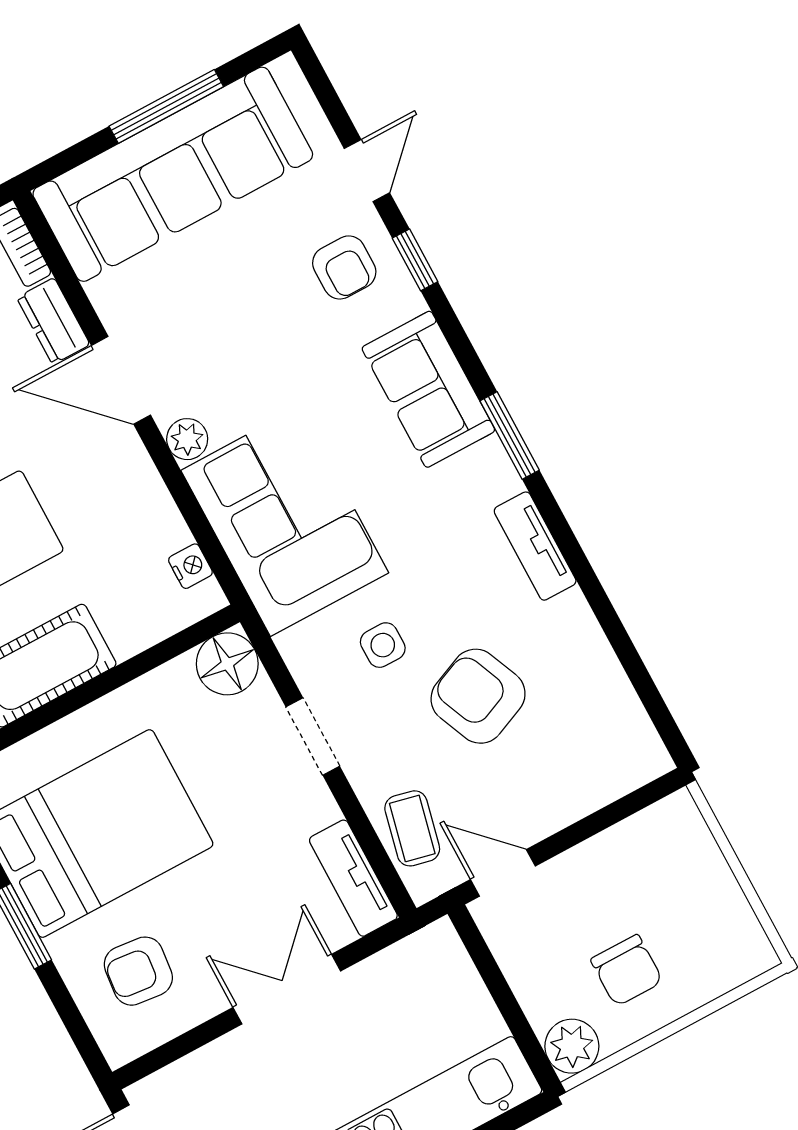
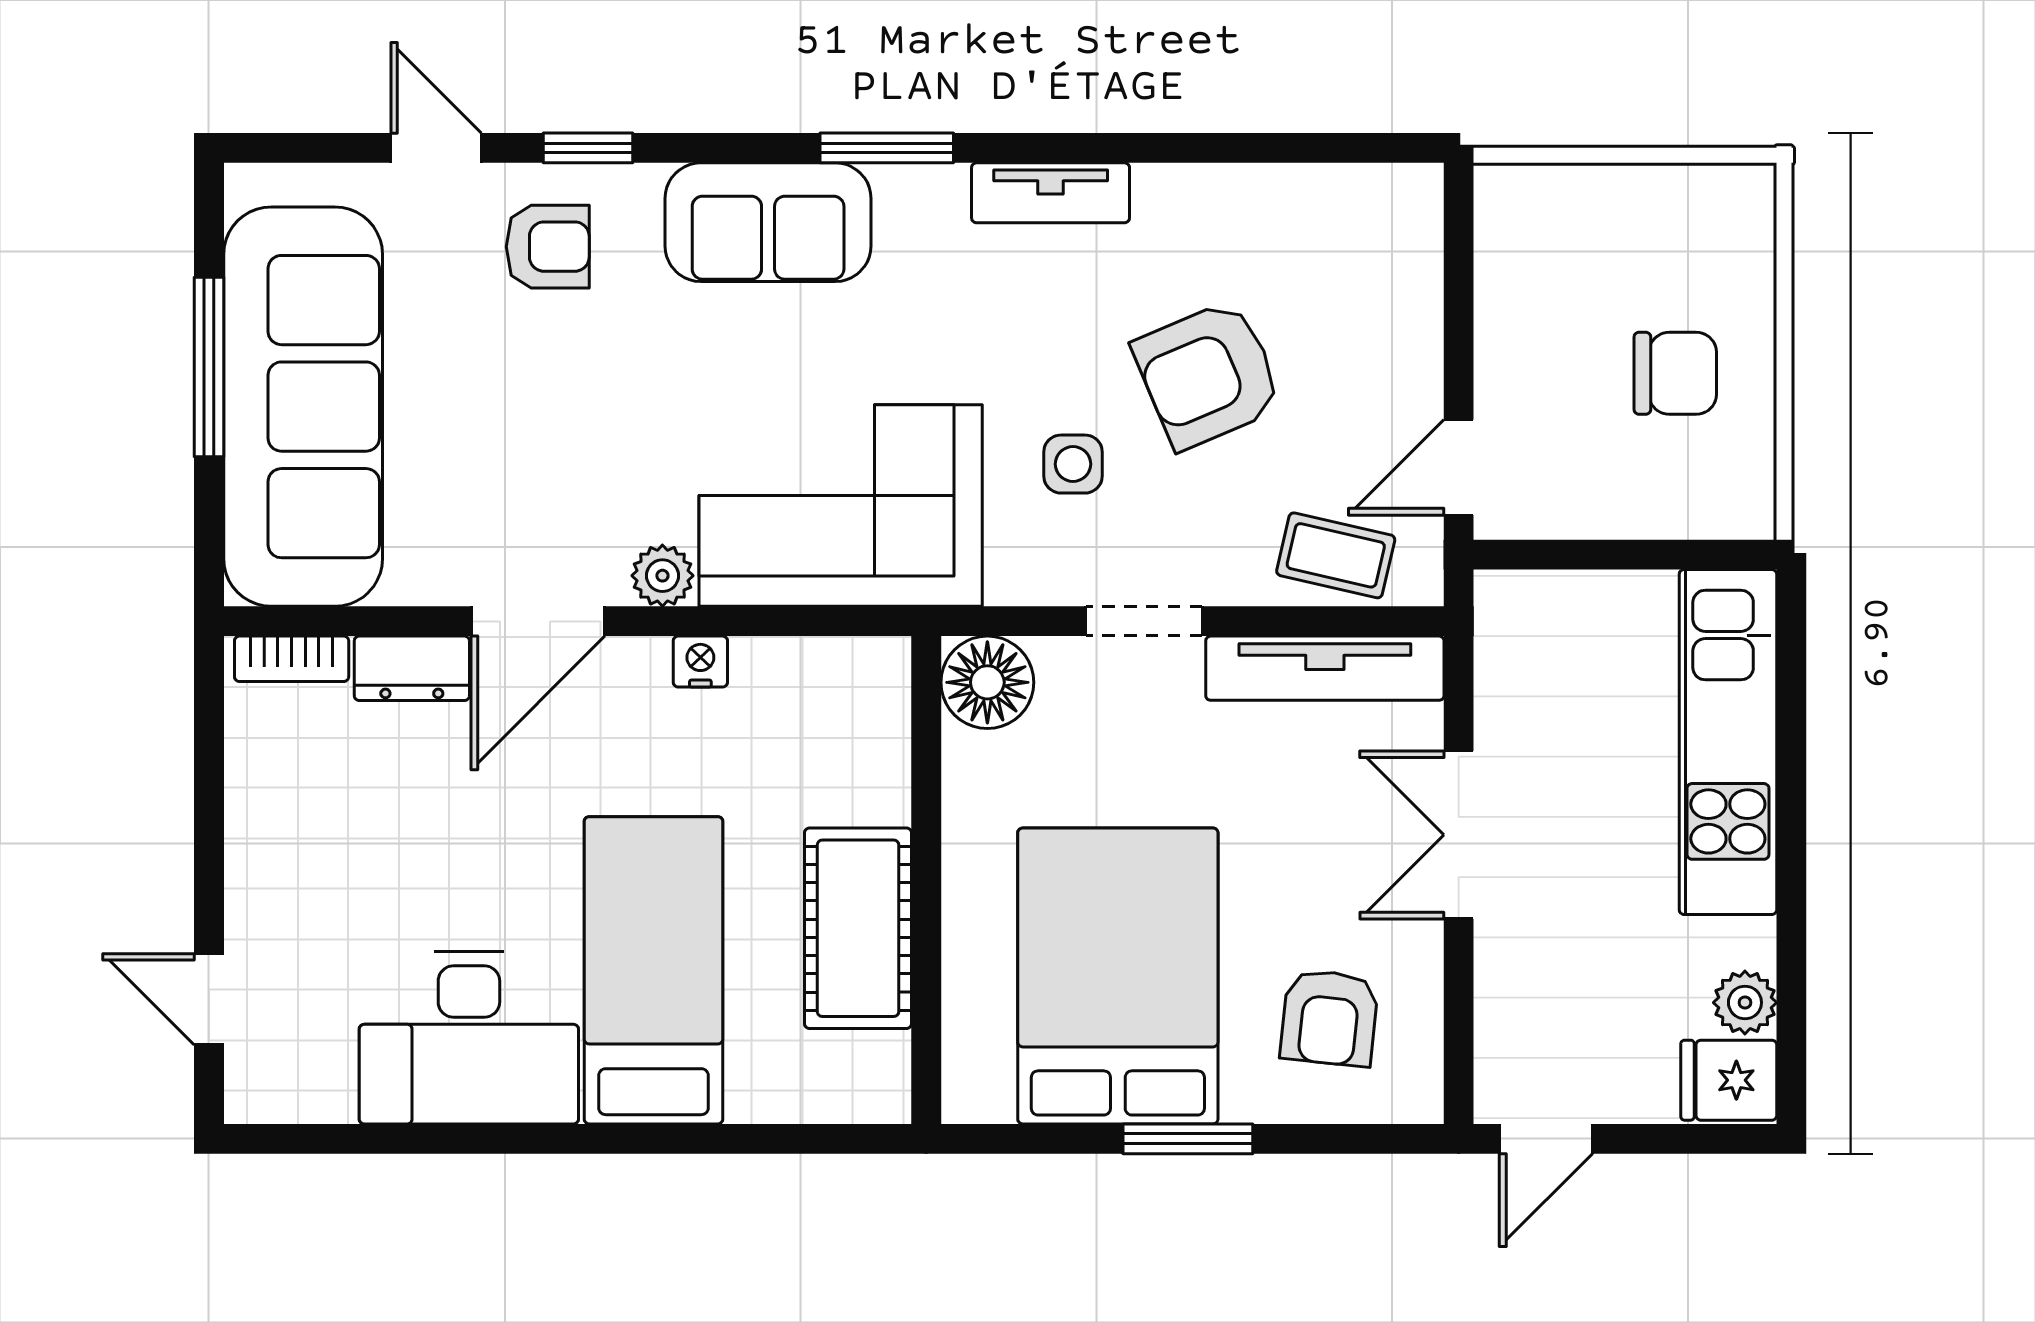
nightstand: (190, 566) -> (700, 662), moved
tv unit: (353, 878) -> (1325, 668), width x1.41
plant: (572, 1046) -> (1736, 499), removed

